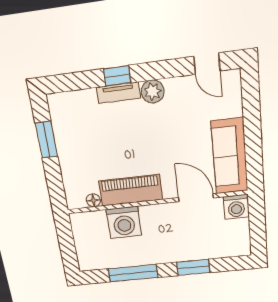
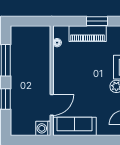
piano: (131, 190) -> (88, 34), moved, turned 90
washing machine: (124, 222) -> (41, 59), removed

